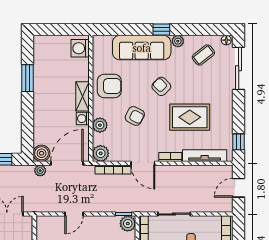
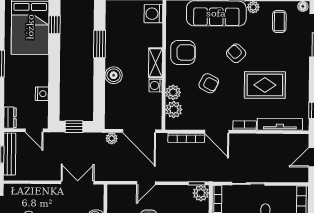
coffee table: (203, 55) -> (279, 21), turned -52
boiler: (42, 153) -> (114, 75), moved
plant: (101, 153) -> (174, 110), moved
door: (67, 163) -> (139, 131), swing flipped

